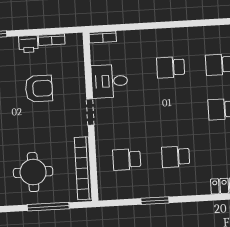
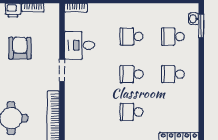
armchair: (39, 89) -> (20, 48), turned -90
school desk: (127, 159) -> (132, 74), moved

